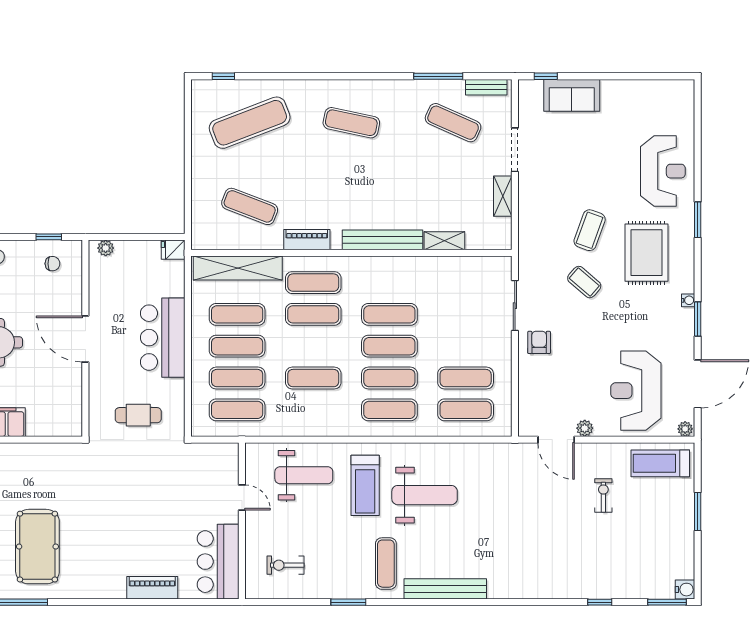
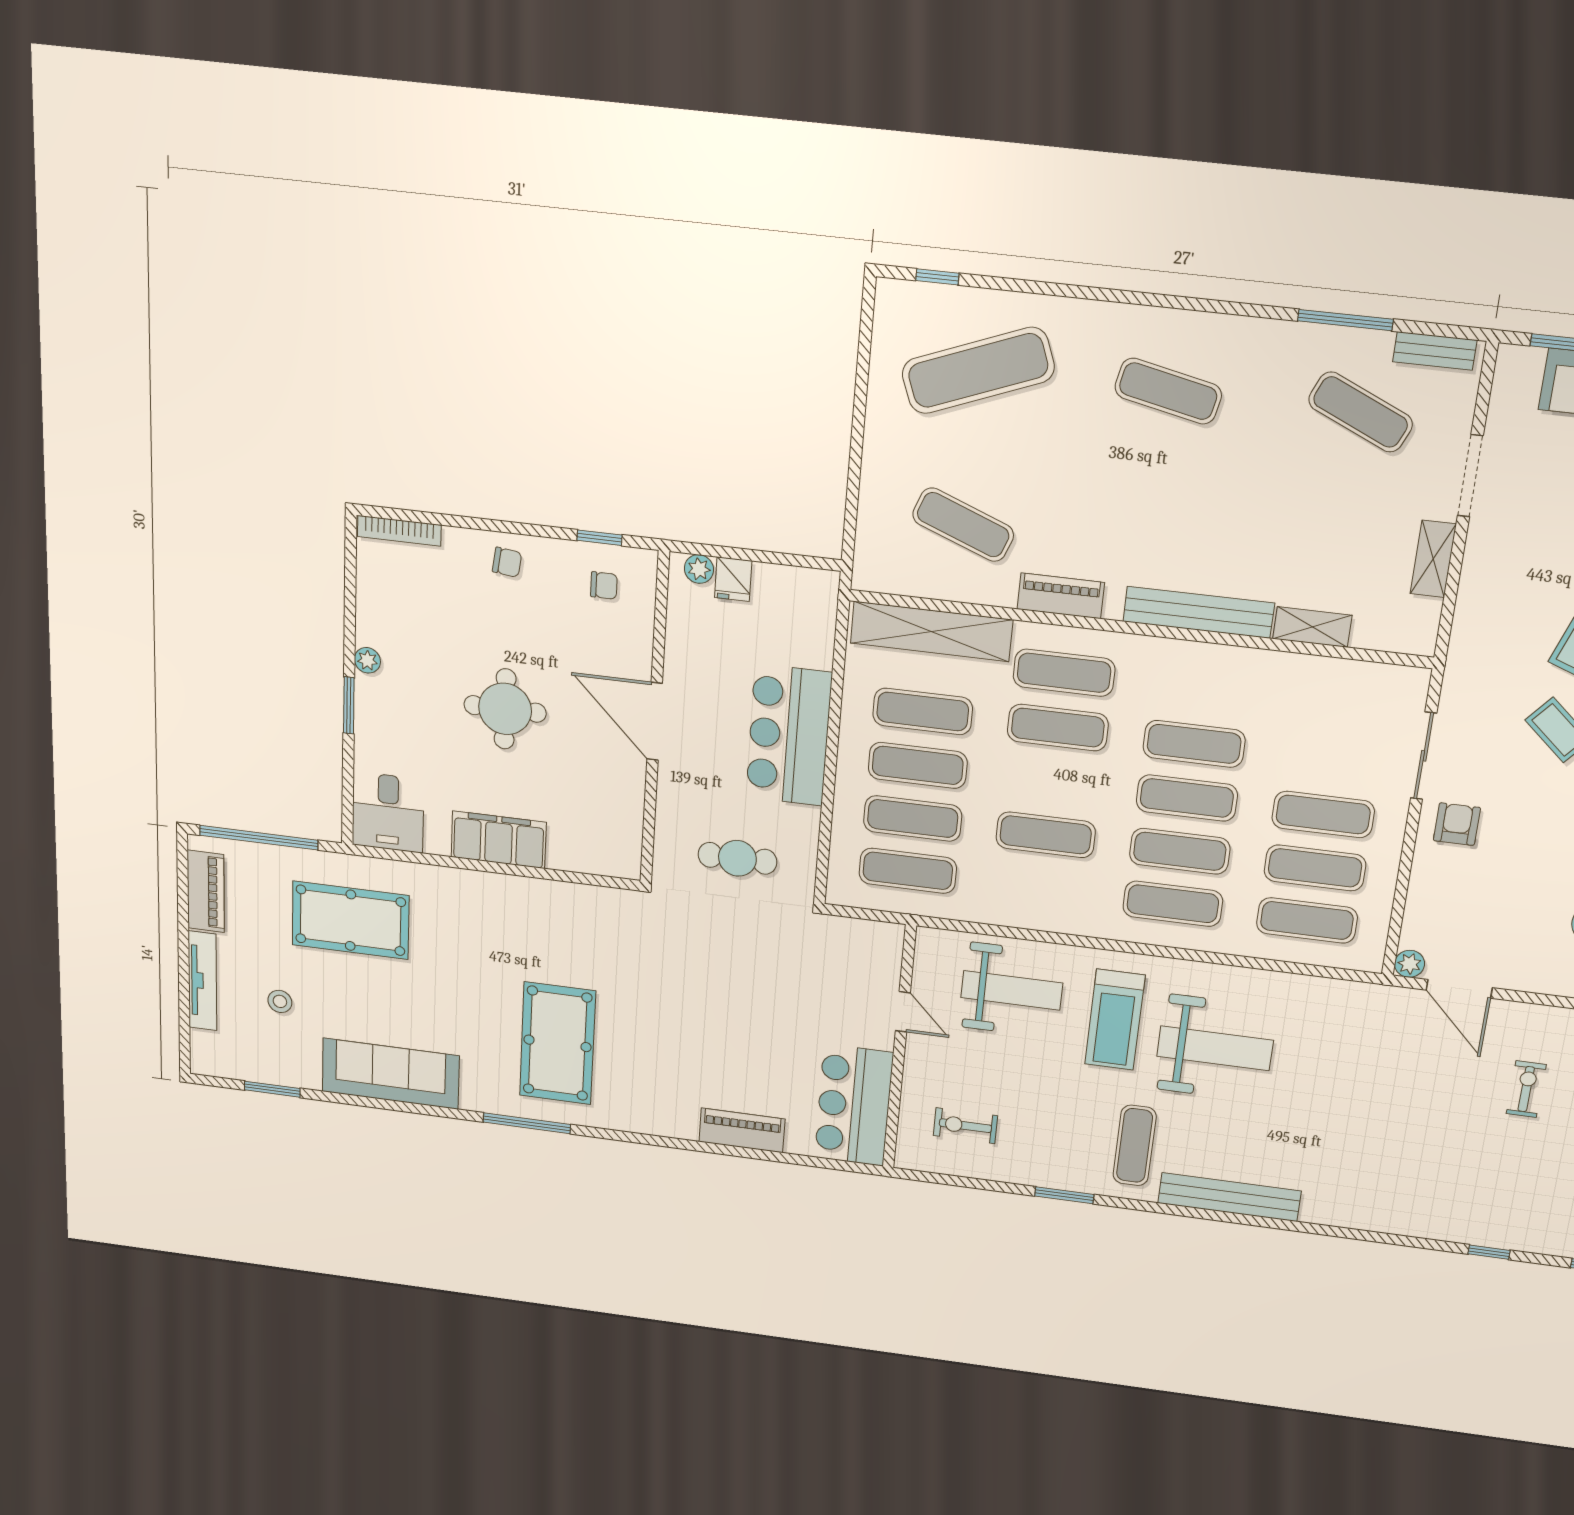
fridge: (173, 250) -> (733, 579), moved, turned -90
exercise mat: (466, 346) -> (1323, 814), added
plant: (585, 428) -> (1410, 964), moved

